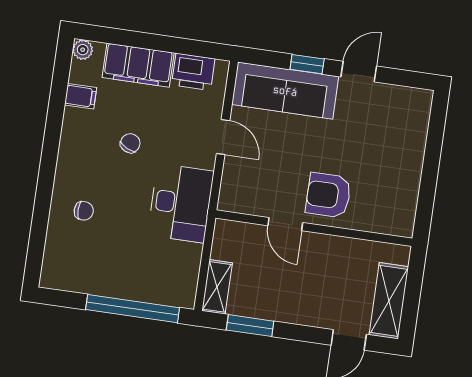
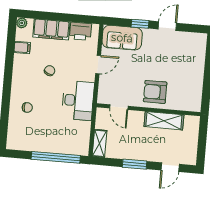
sofa: (285, 91) -> (122, 38), width x0.73
door: (223, 137) -> (98, 65), hinge flipped
door: (285, 224) -> (119, 107), moved
shelving: (389, 301) -> (164, 121), moved, turned 90
window: (250, 326) -> (135, 164), moved

